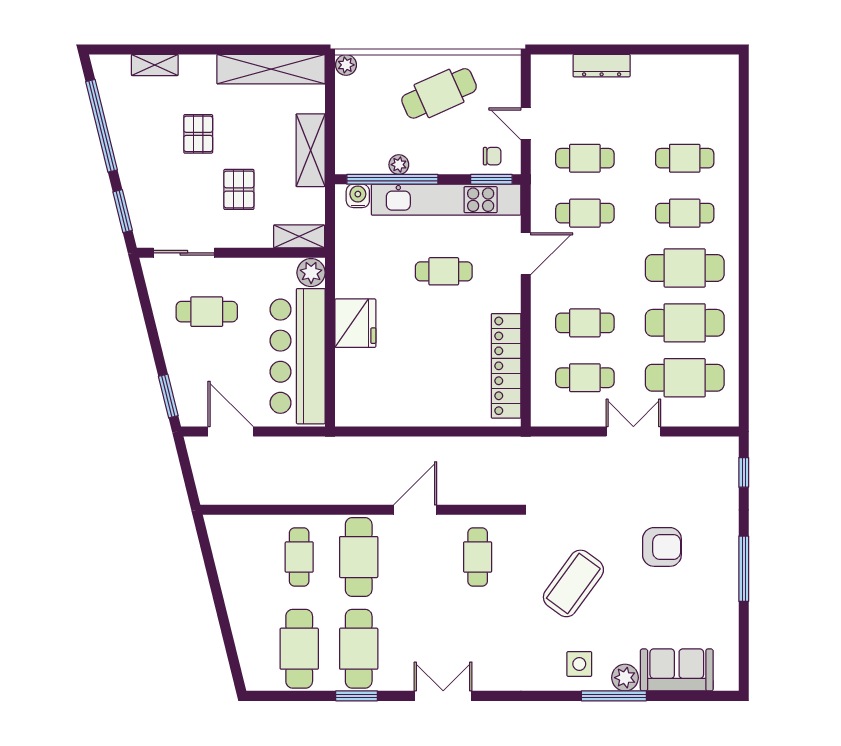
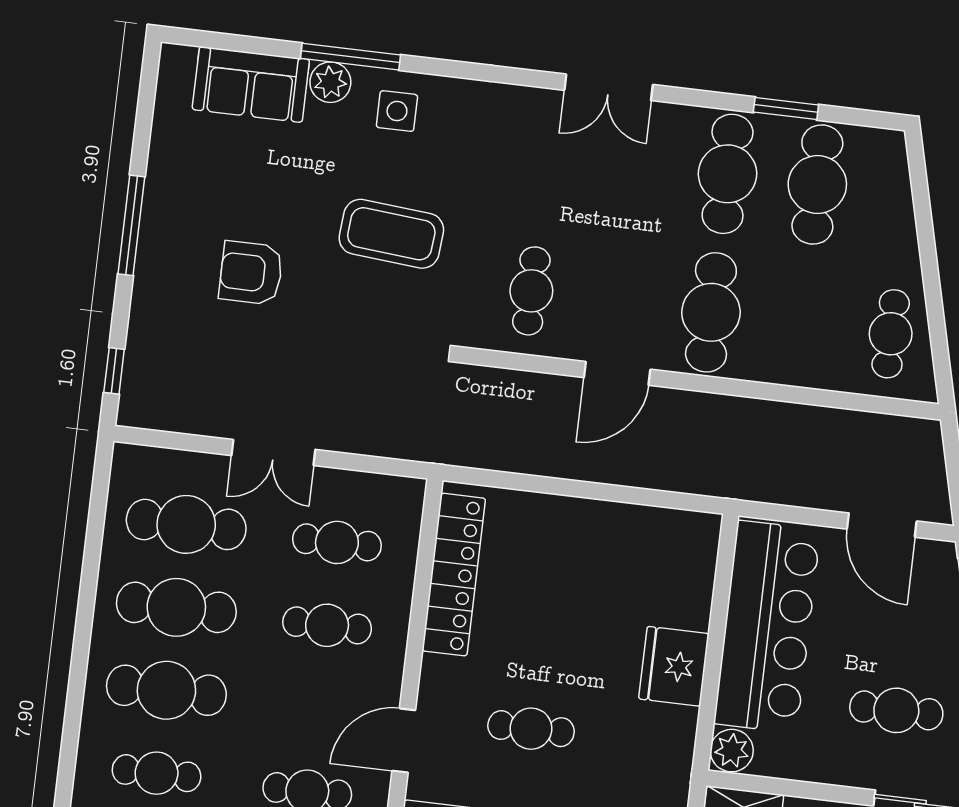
cafe table: (299, 557) -> (891, 334), moved
coffee table: (573, 583) -> (391, 234), turned 59
window: (357, 696) -> (786, 108), moved

